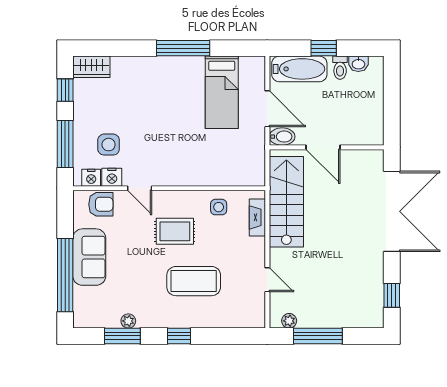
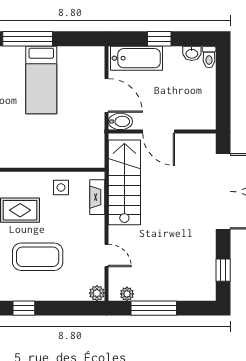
toilet: (340, 68) -> (209, 57), moved
bed: (222, 92) -> (41, 80), moved
plant: (257, 320) -> (97, 293), added

